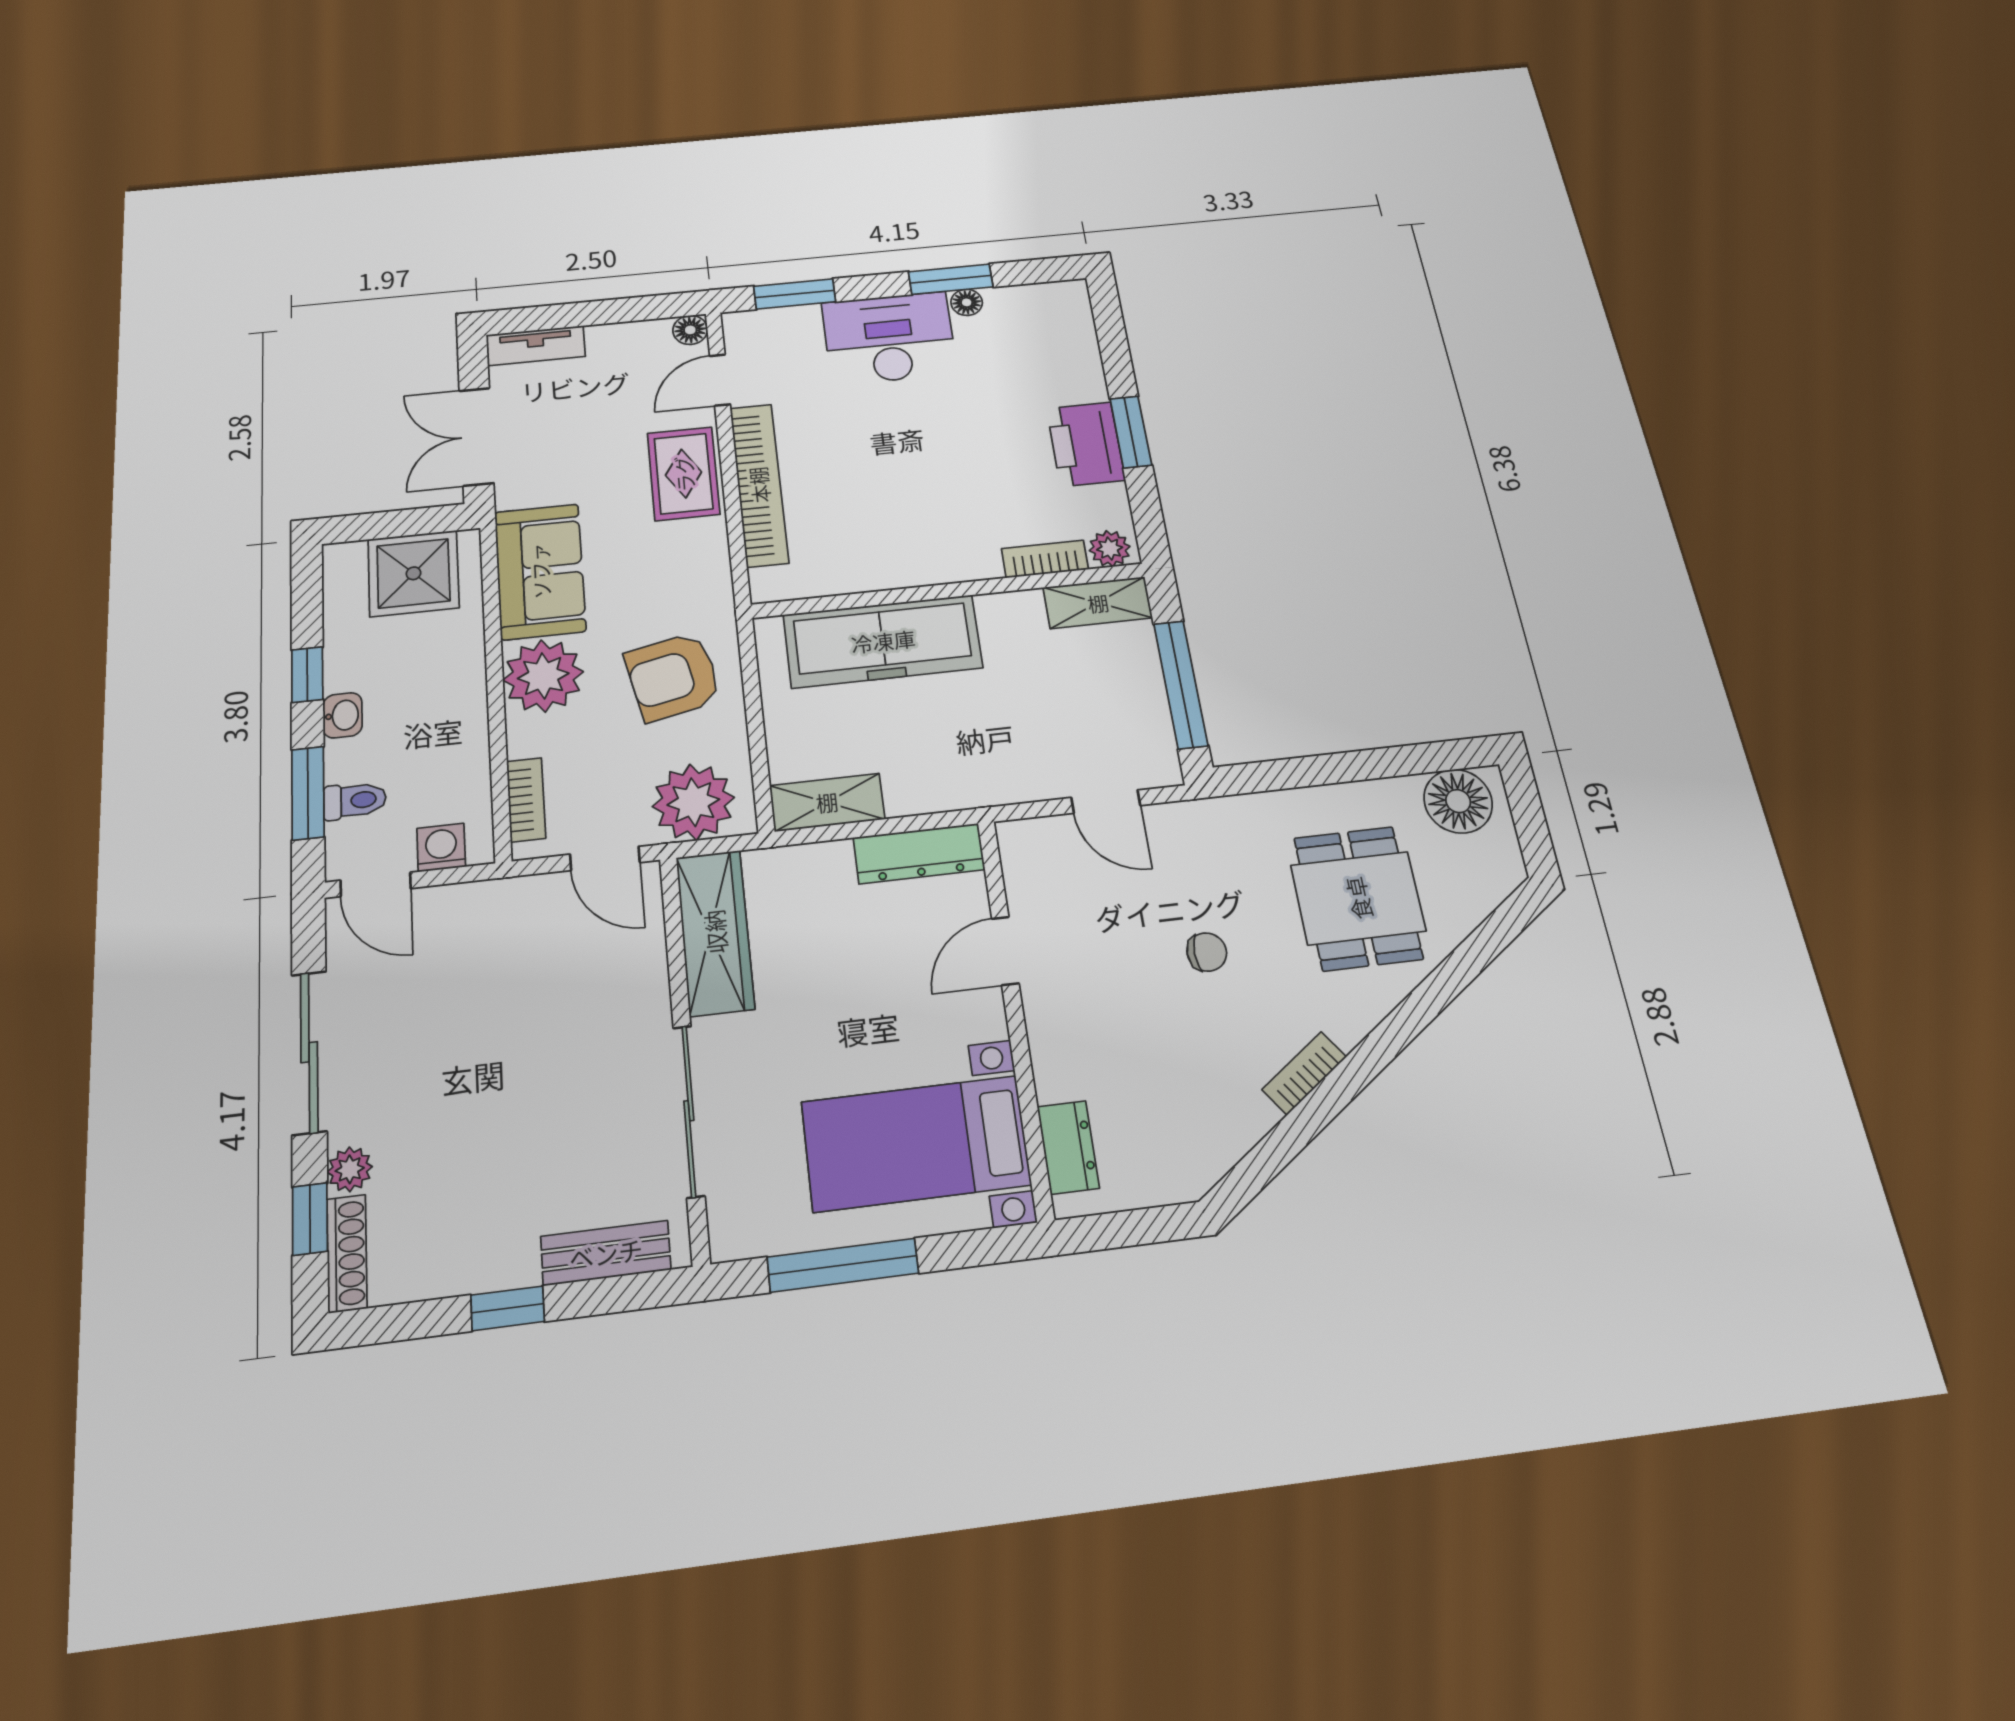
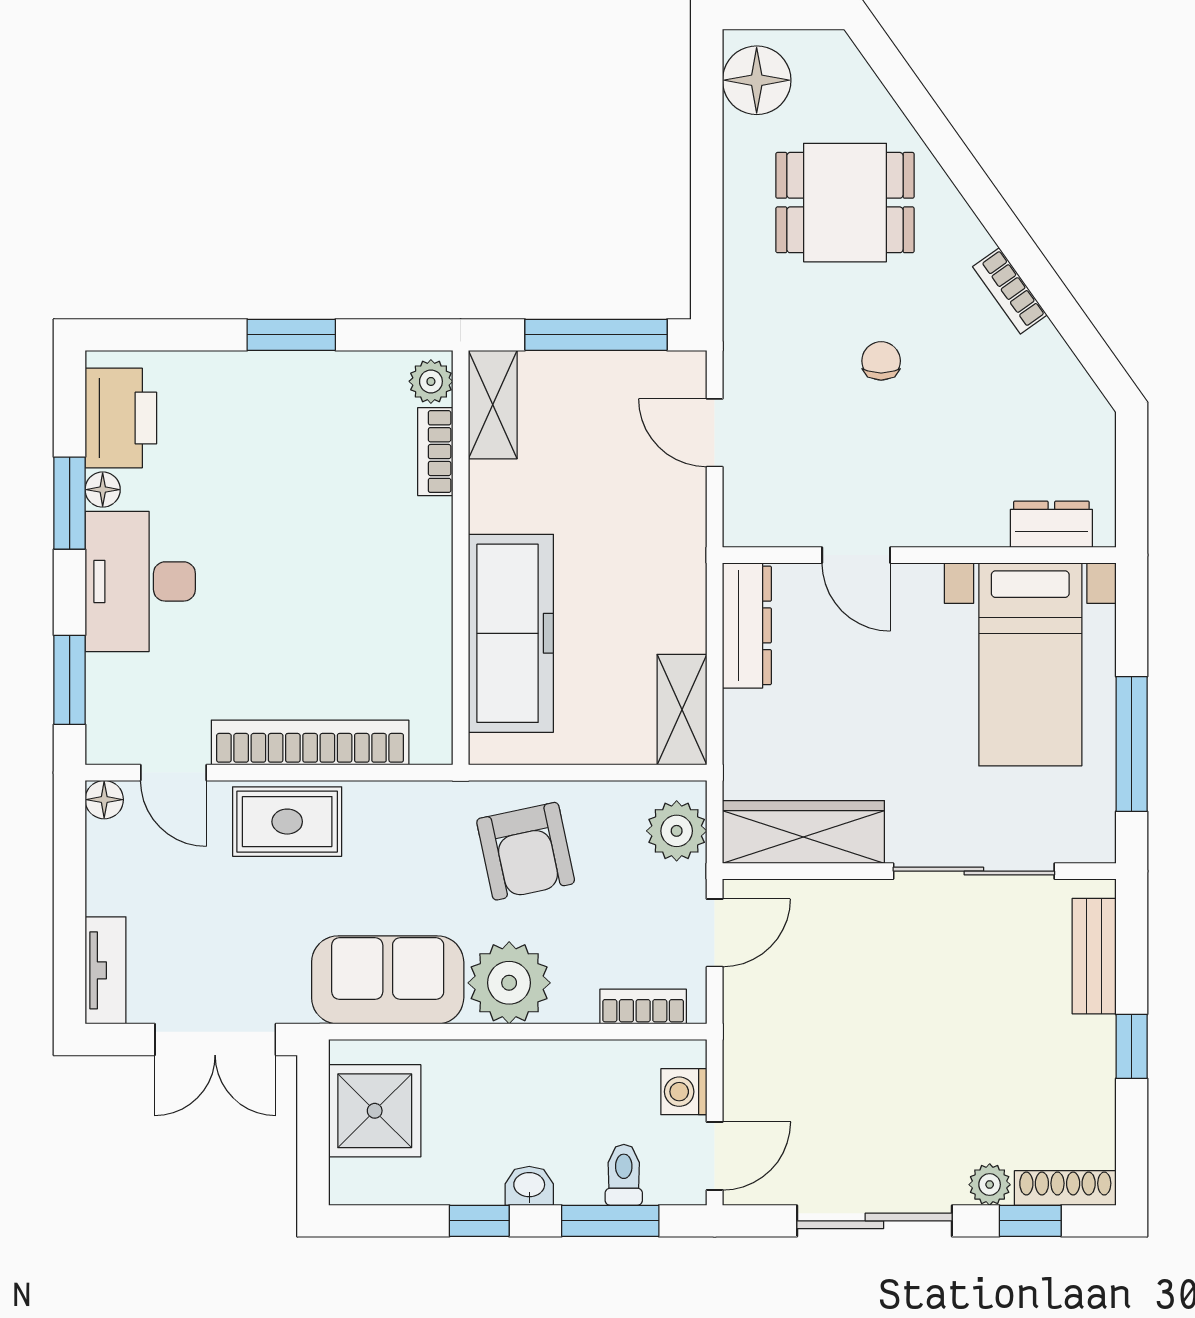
printer: (1086, 444) -> (121, 418), moved, turned -90
plant: (693, 802) -> (677, 831), width x0.73, depth x0.73
door: (1106, 802) -> (715, 433), swing flipped

